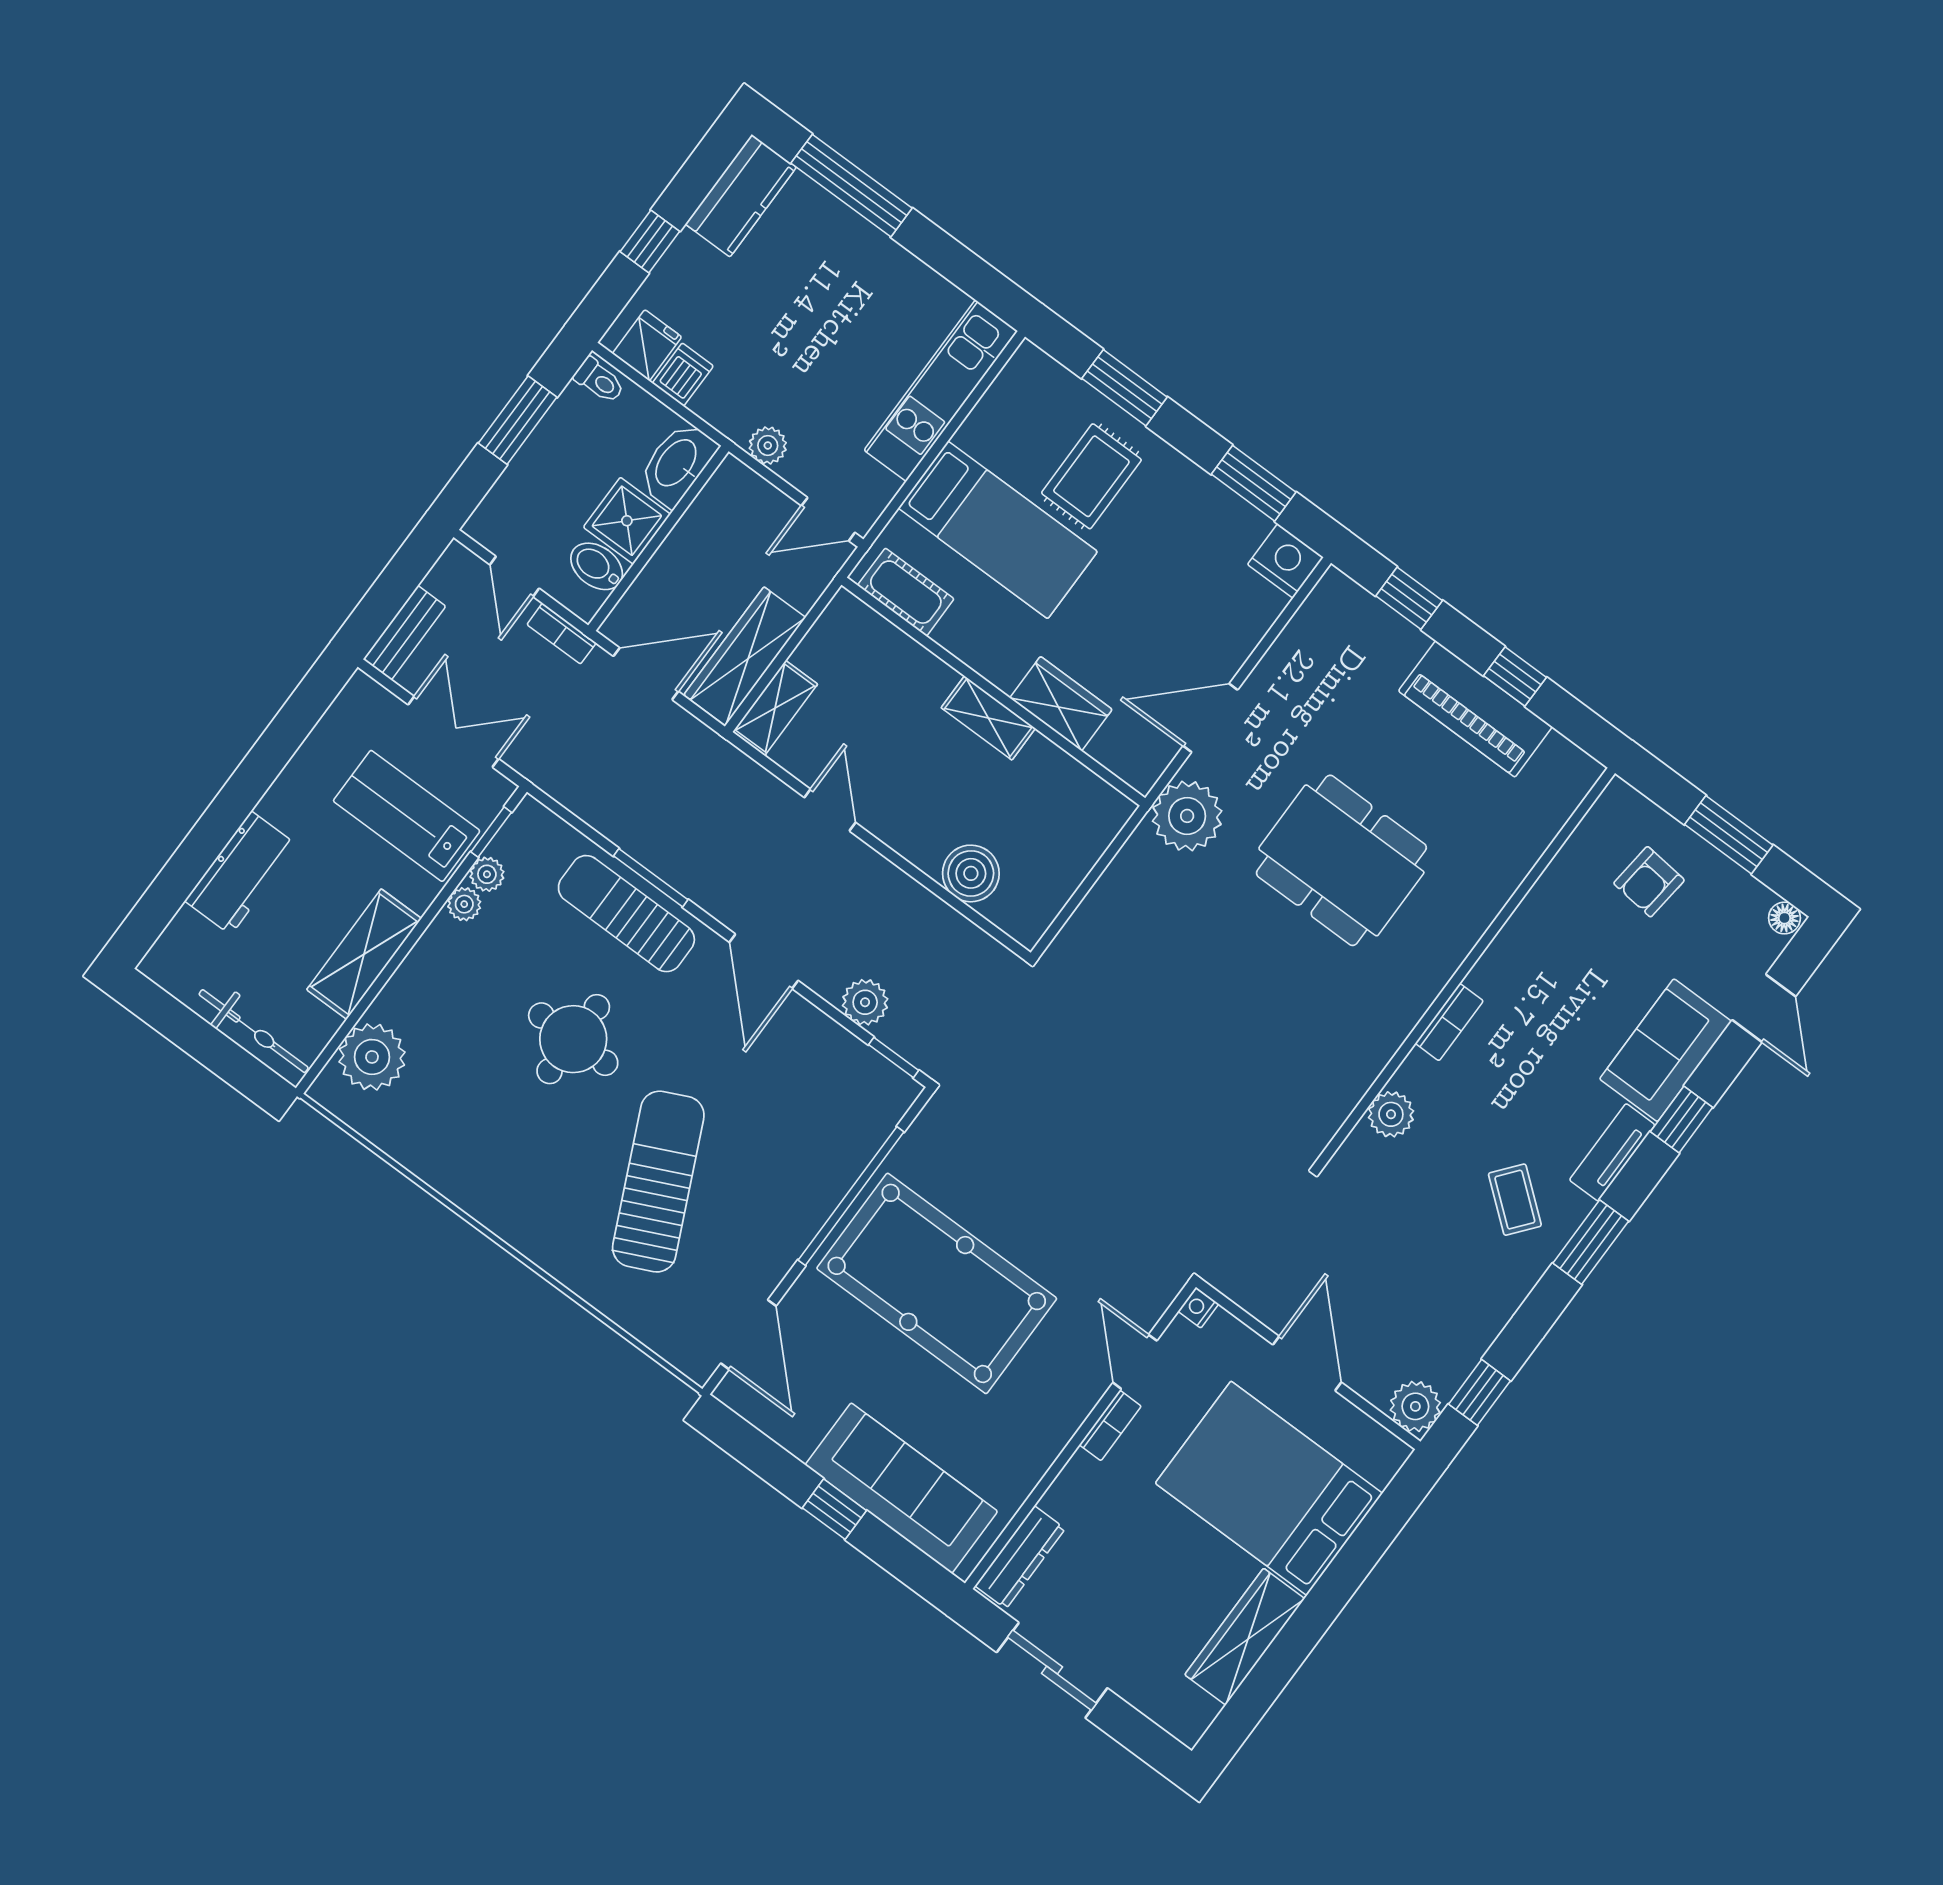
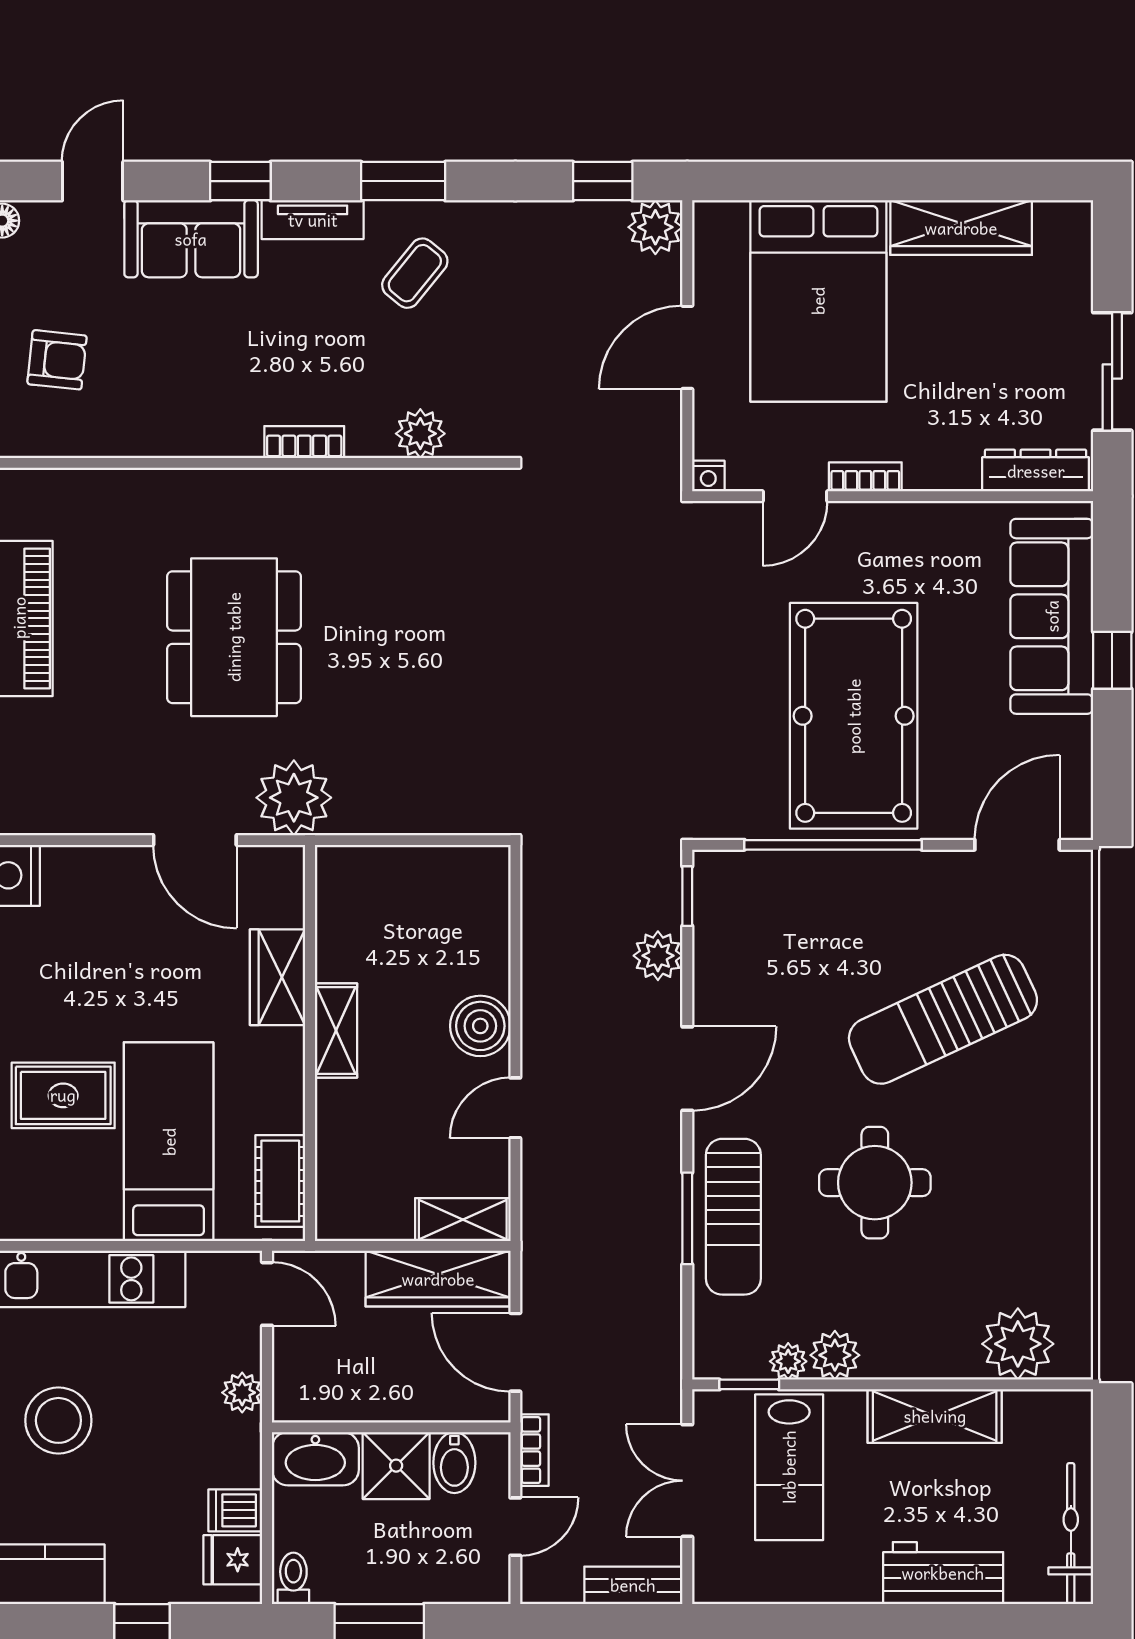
stool: (849, 291) -> (58, 1420), added
boiler: (971, 873) -> (480, 1026), moved
plant: (464, 904) -> (835, 1355), width x1.38, depth x1.38
bicycle: (254, 1031) -> (1071, 1534), moved

